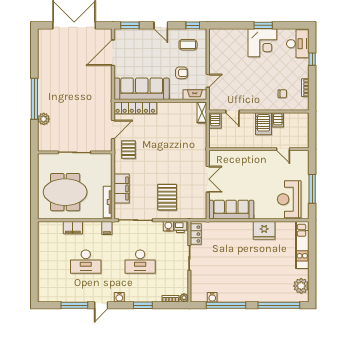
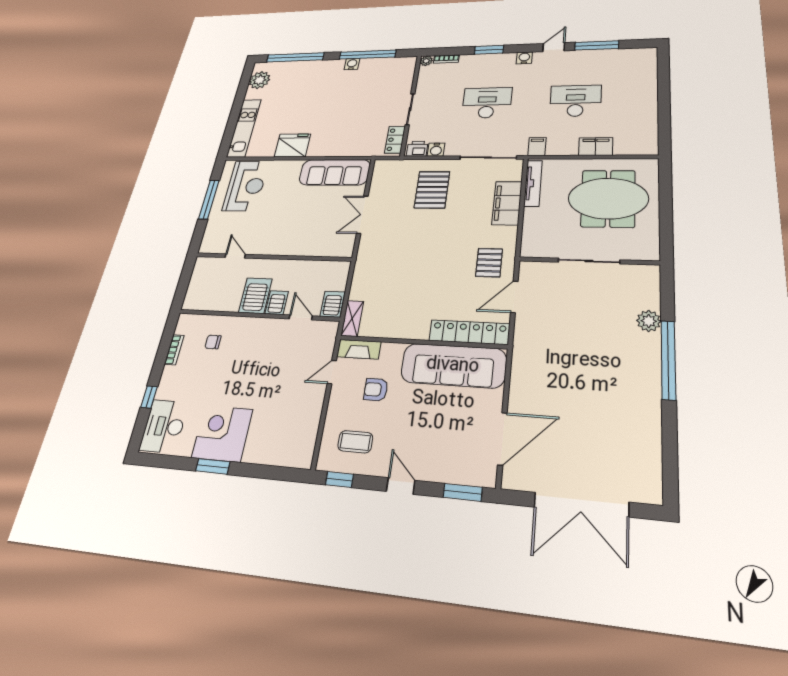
server rack: (278, 120) -> (277, 303), moved
water cooler: (212, 297) -> (352, 64), moved

